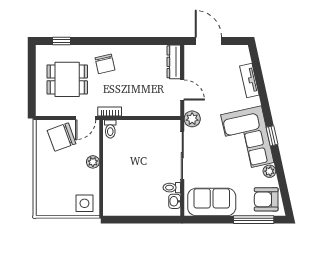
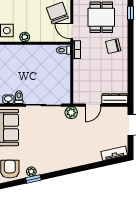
tv unit: (249, 80) -> (114, 153), moved
window: (272, 136) -> (33, 179), moved
corner sofa: (247, 139) -> (56, 155), removed
plant: (93, 162) -> (25, 37), moved

